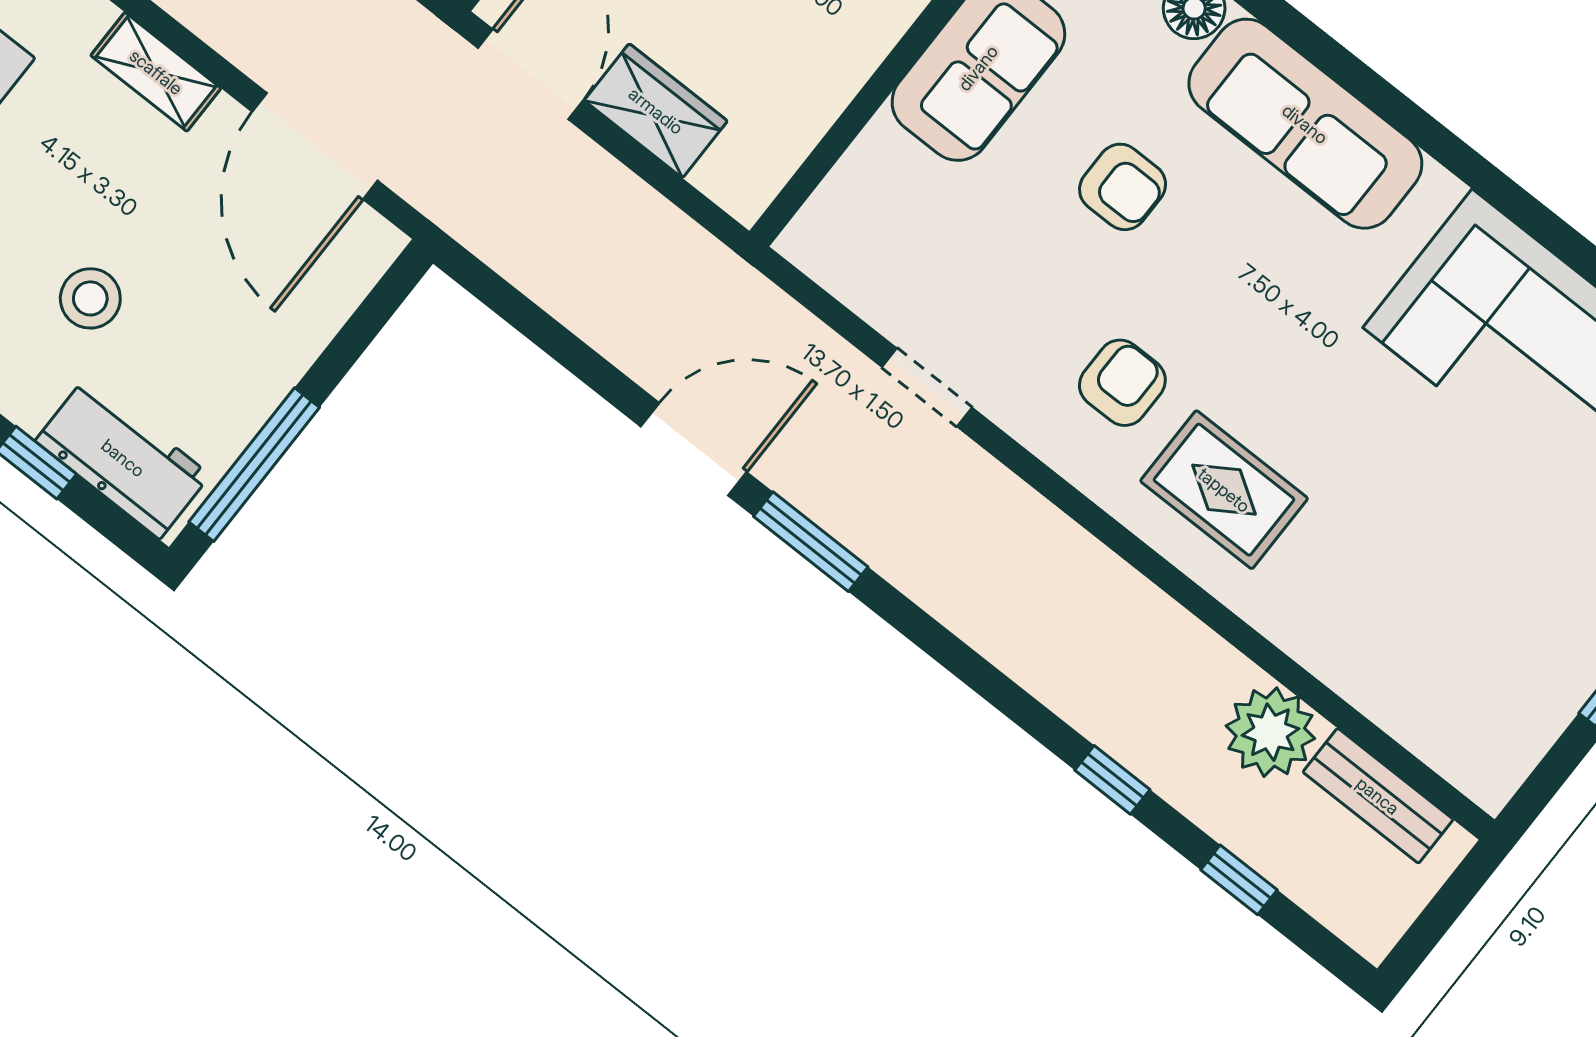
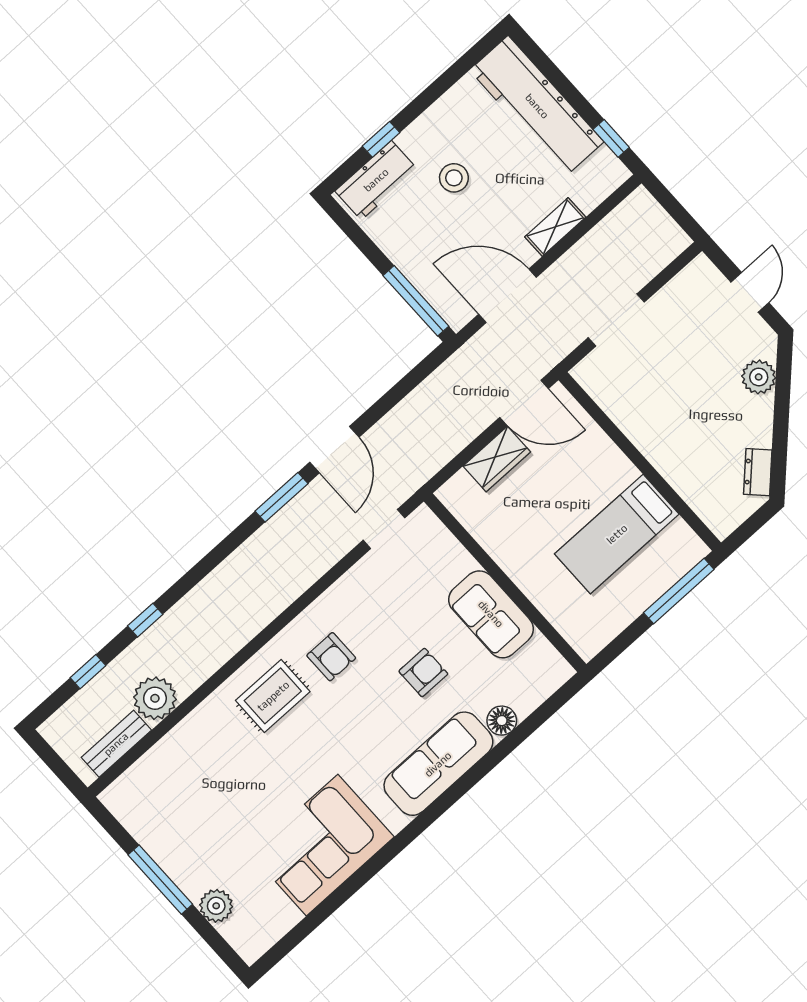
armchair: (1123, 187) -> (423, 673), turned 180
doorway: (927, 387) -> (384, 529), moved
window: (254, 465) -> (416, 301), moved

